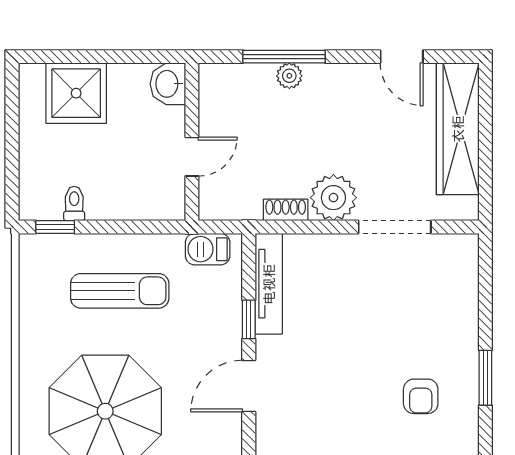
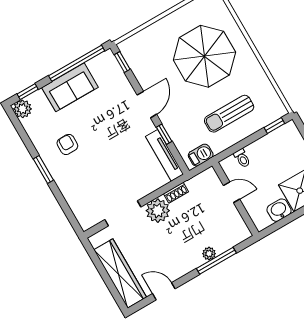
washbasin: (168, 84) -> (279, 210), moved, turned -90
door: (192, 157) -> (232, 192), swing flipped
toilet: (74, 204) -> (242, 158), moved

